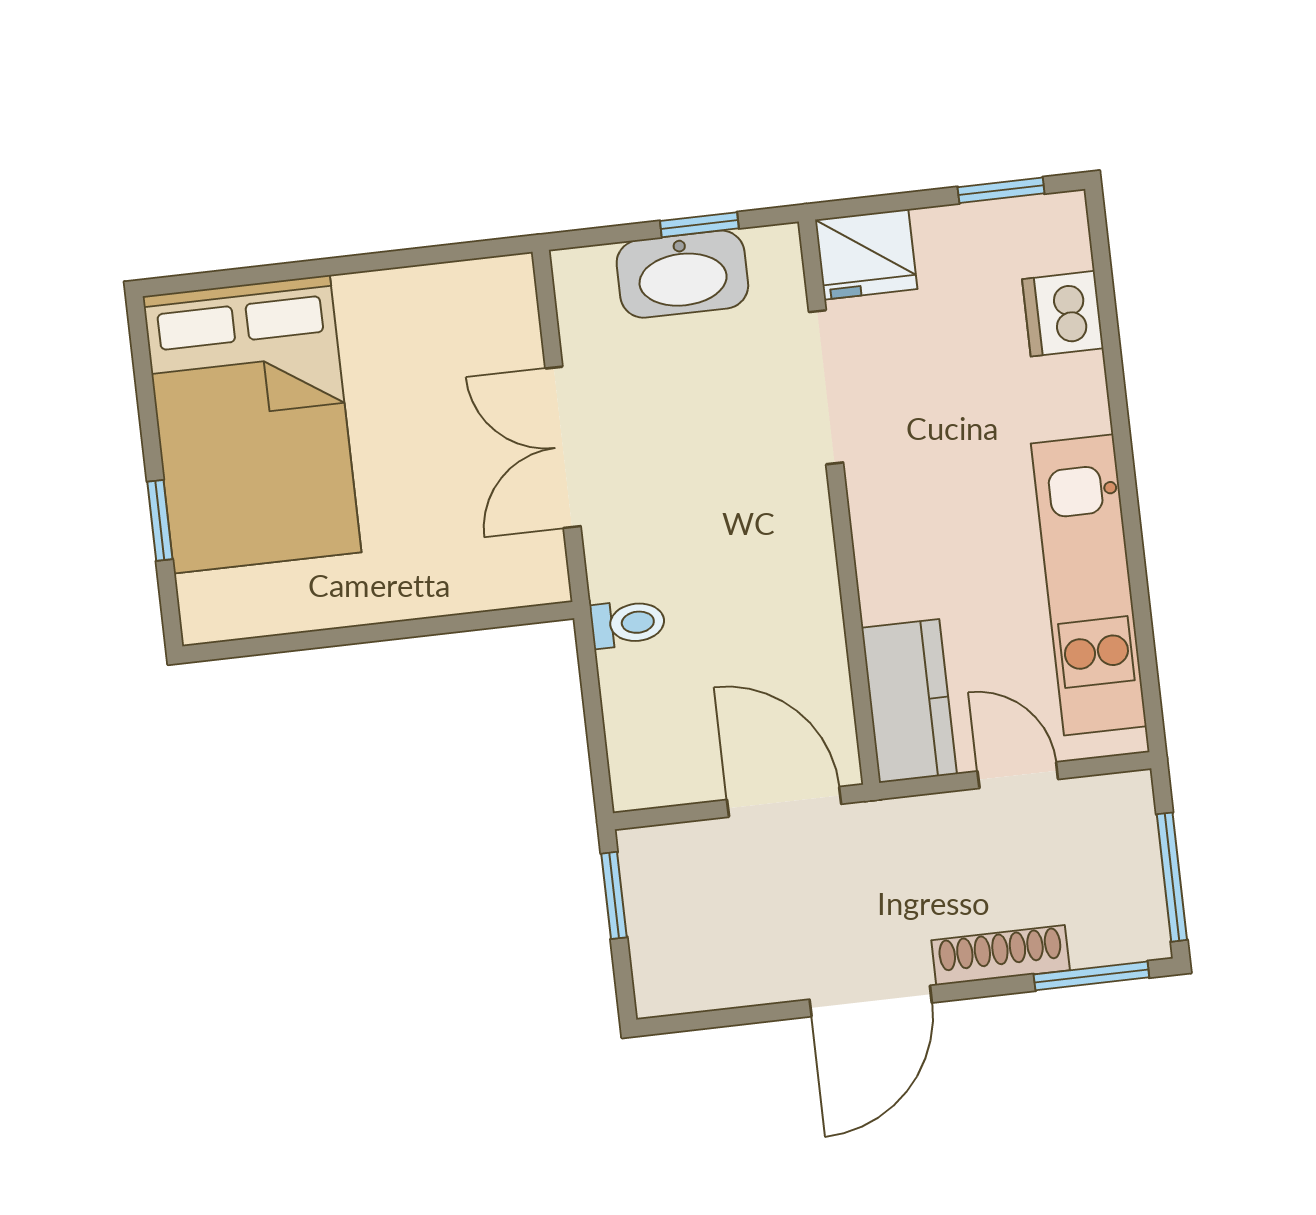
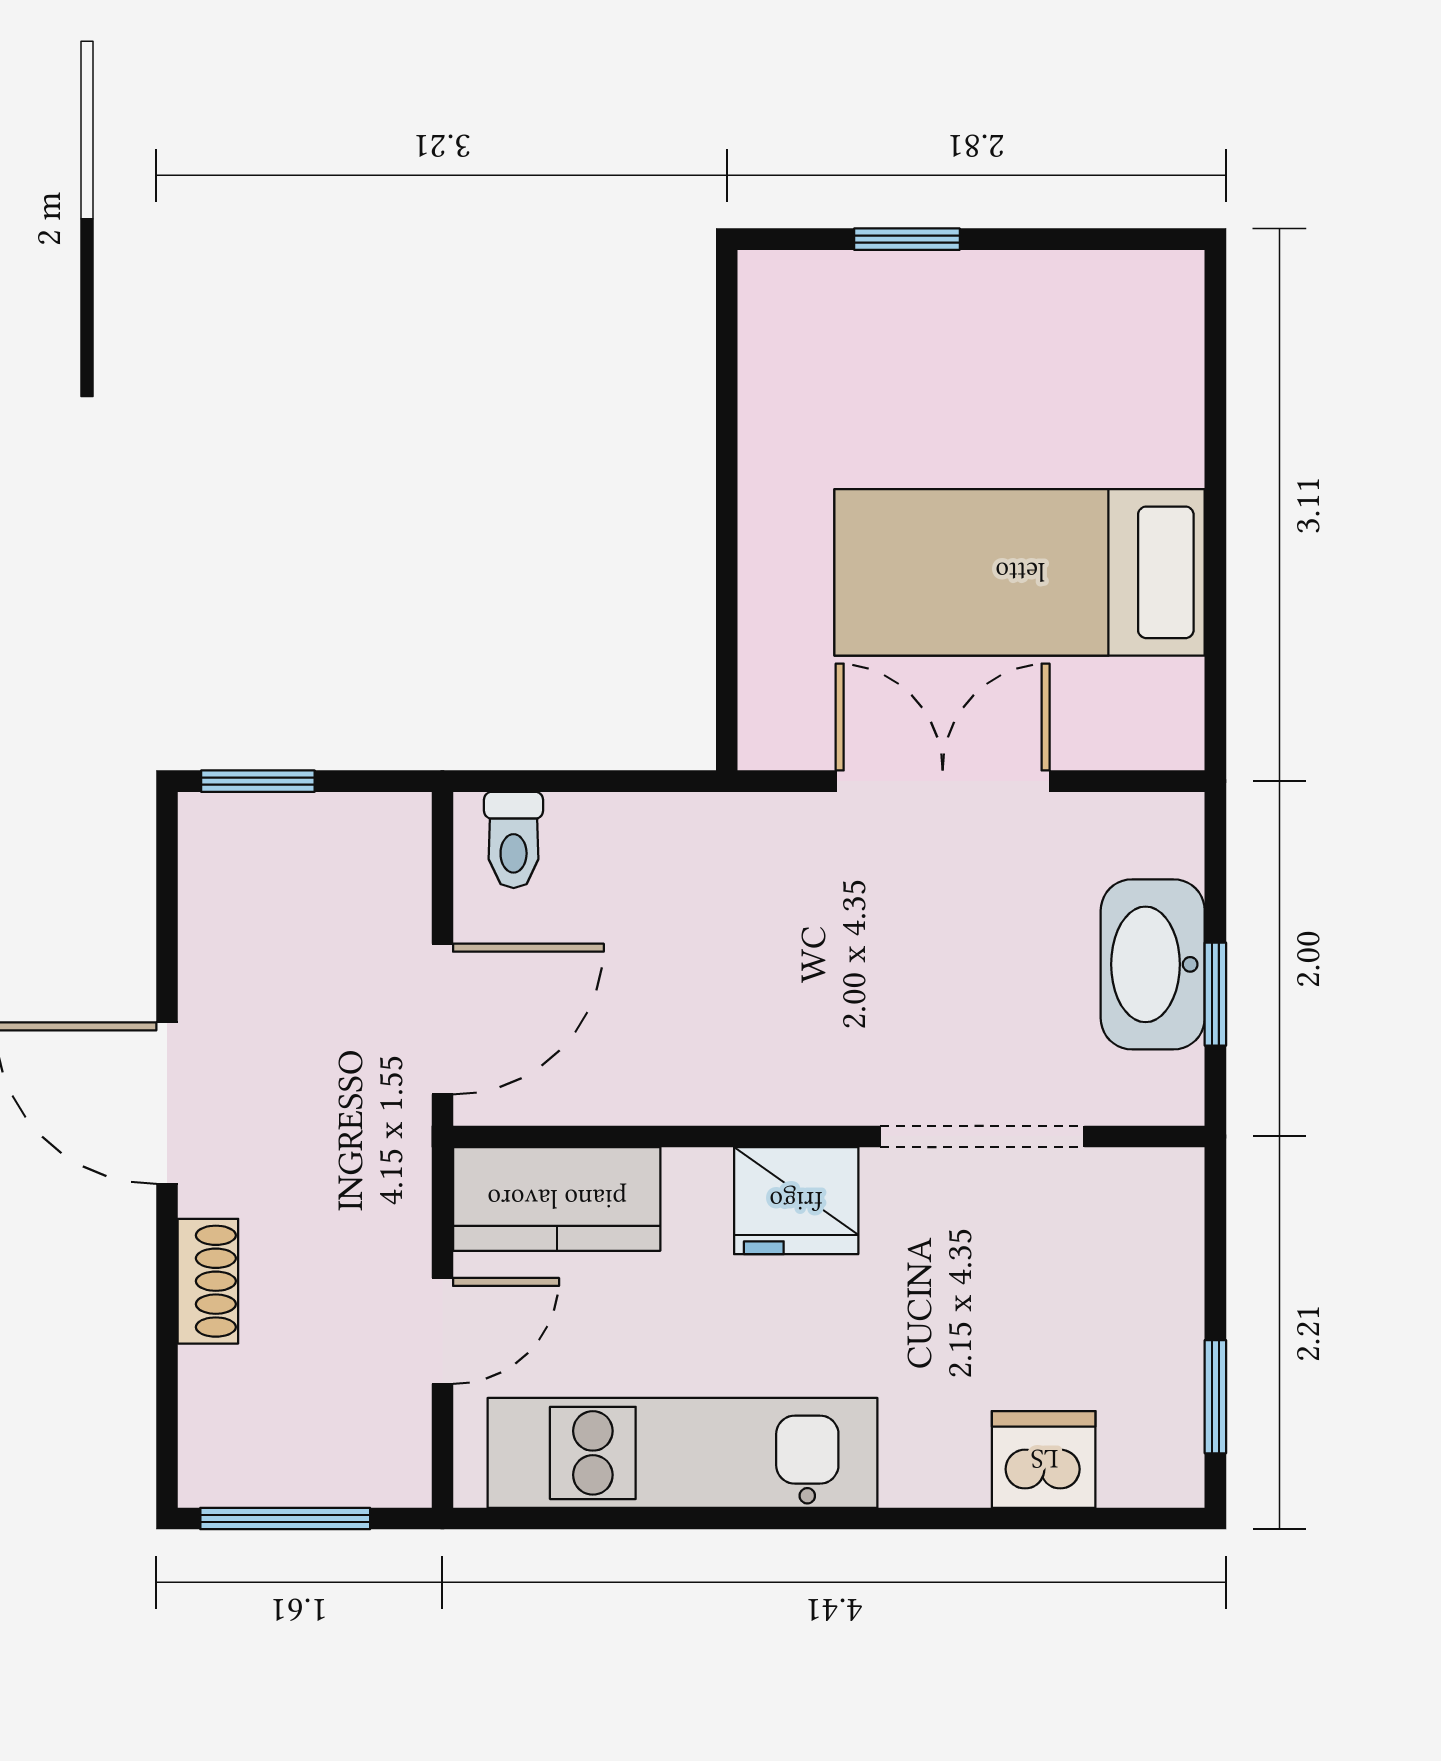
fridge: (866, 254) -> (796, 1201), moved, turned -90
bed: (252, 424) -> (1020, 572), moved, width x0.67
toilet: (628, 623) -> (514, 840), moved
window: (614, 895) -> (258, 781), moved
shoe rack: (1001, 955) -> (208, 1281), width x0.70
window: (1091, 976) -> (167, 1398), removed

